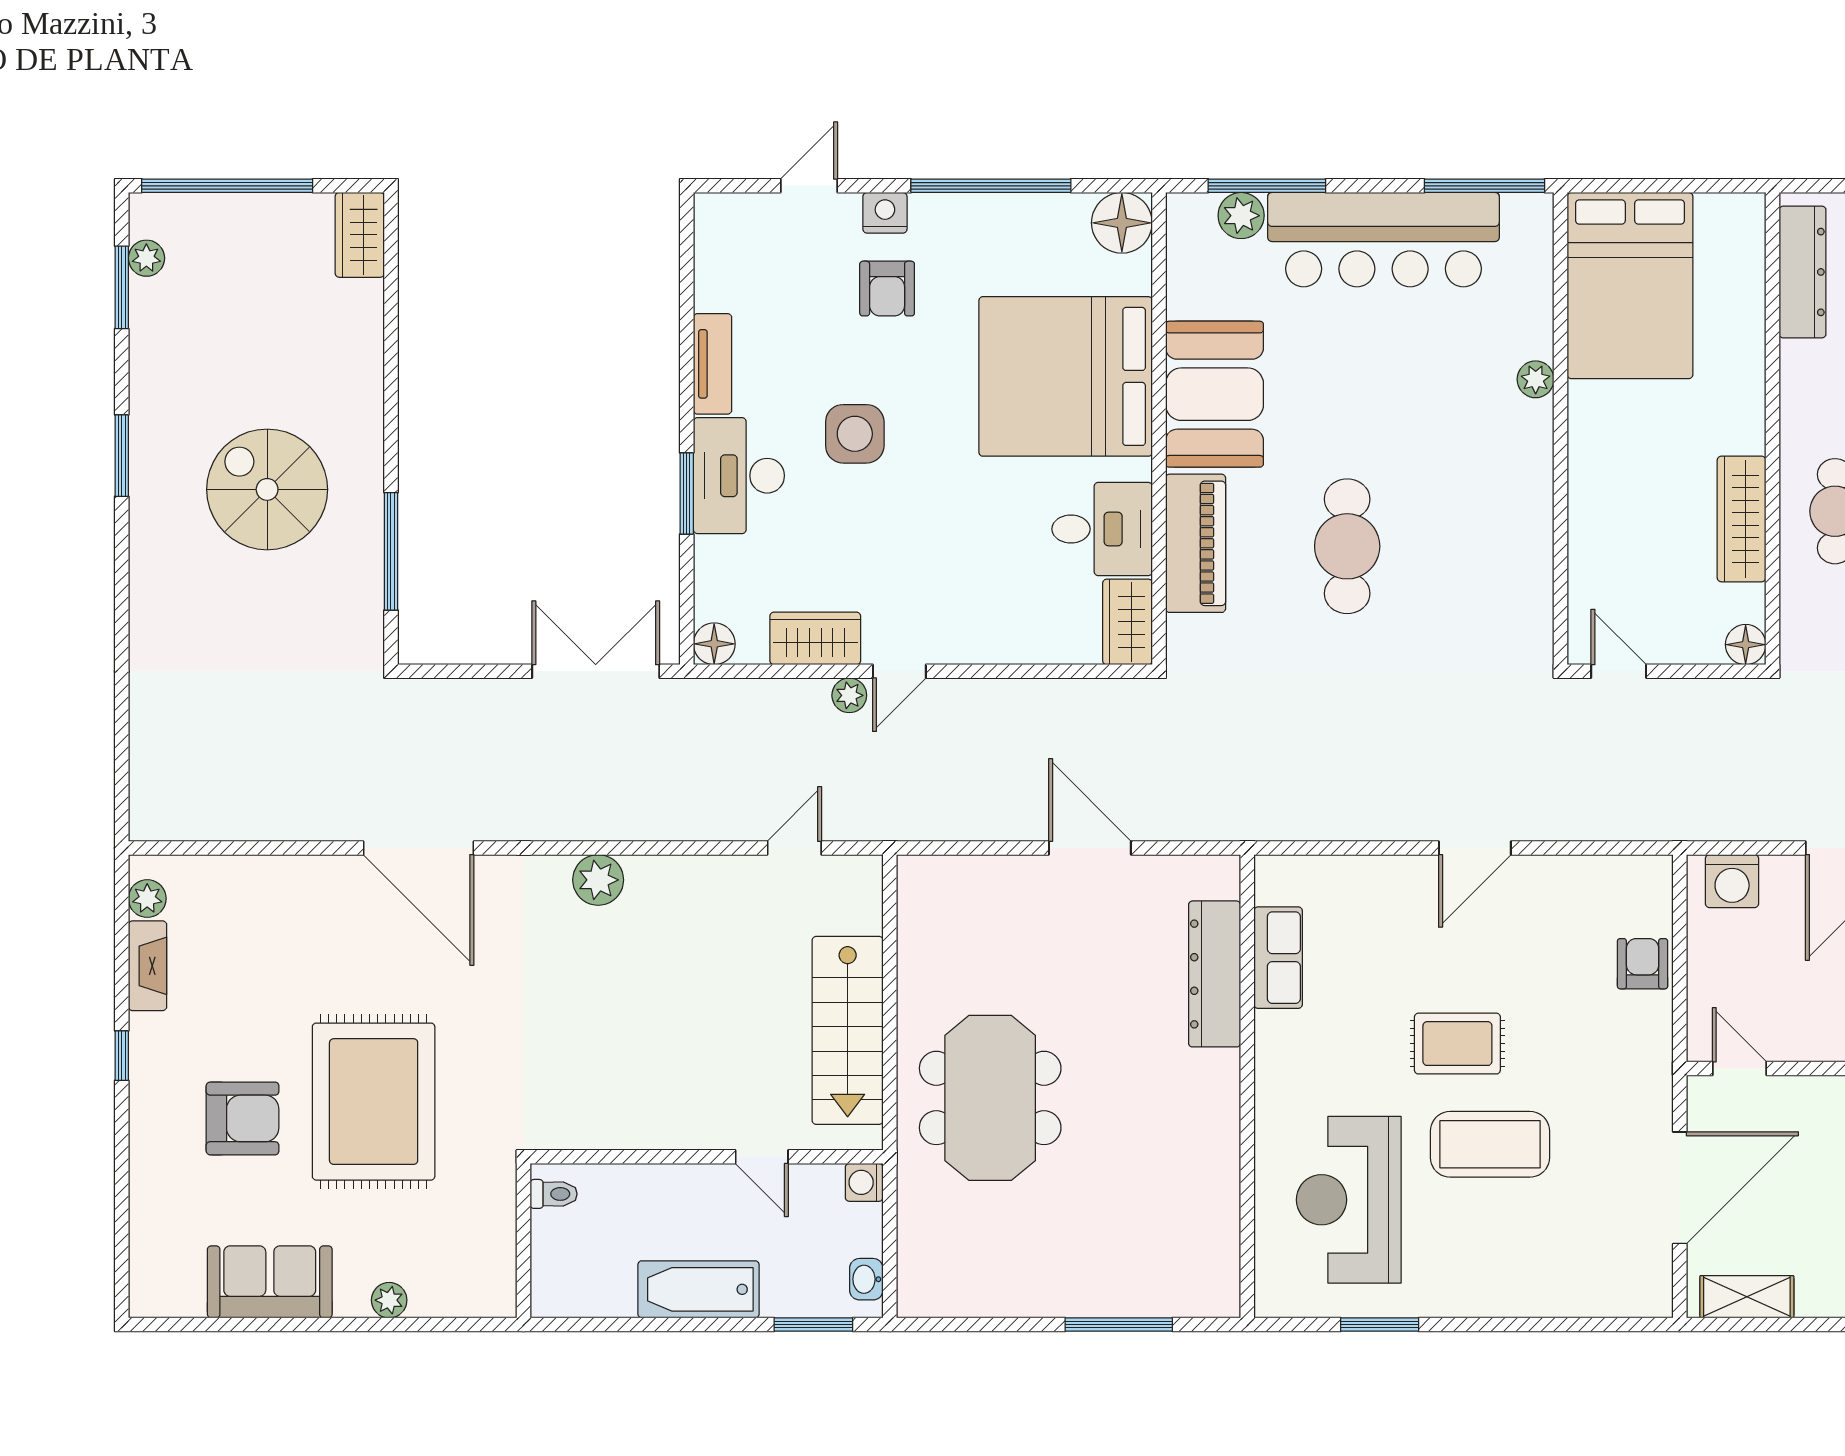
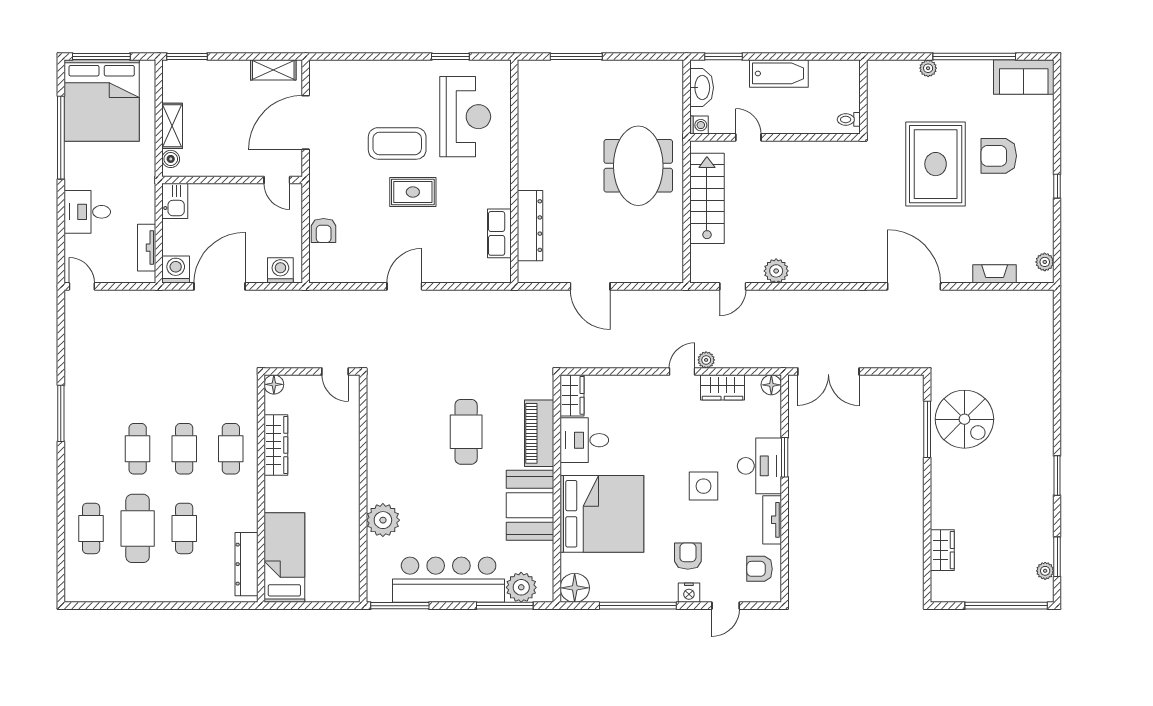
plant: (1241, 216) -> (521, 587), width x1.36, depth x1.36
wardrobe: (360, 235) -> (942, 550), moved
armchair: (739, 262) -> (760, 569), added
bed: (1630, 286) -> (284, 558), moved, width x0.67
plant: (1536, 379) -> (383, 520), width x1.87, depth x1.87
spiral stairs: (267, 489) -> (964, 419), moved
plant: (598, 880) -> (776, 271), moved
fireplace: (148, 966) -> (995, 274), moved, turned 90
washbasin: (866, 1279) -> (702, 88), width x1.91, depth x1.45
sofa: (270, 1282) -> (1024, 77), moved
window: (293, 1325) -> (974, 56), added

